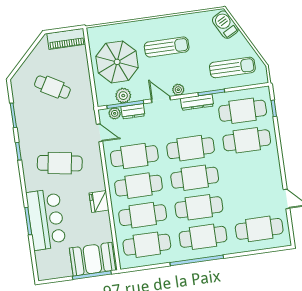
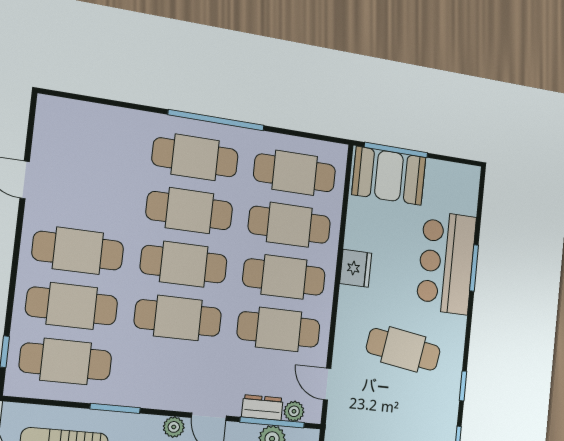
dresser: (197, 102) -> (146, 397), removed
cafe table: (259, 229) -> (78, 251), moved

